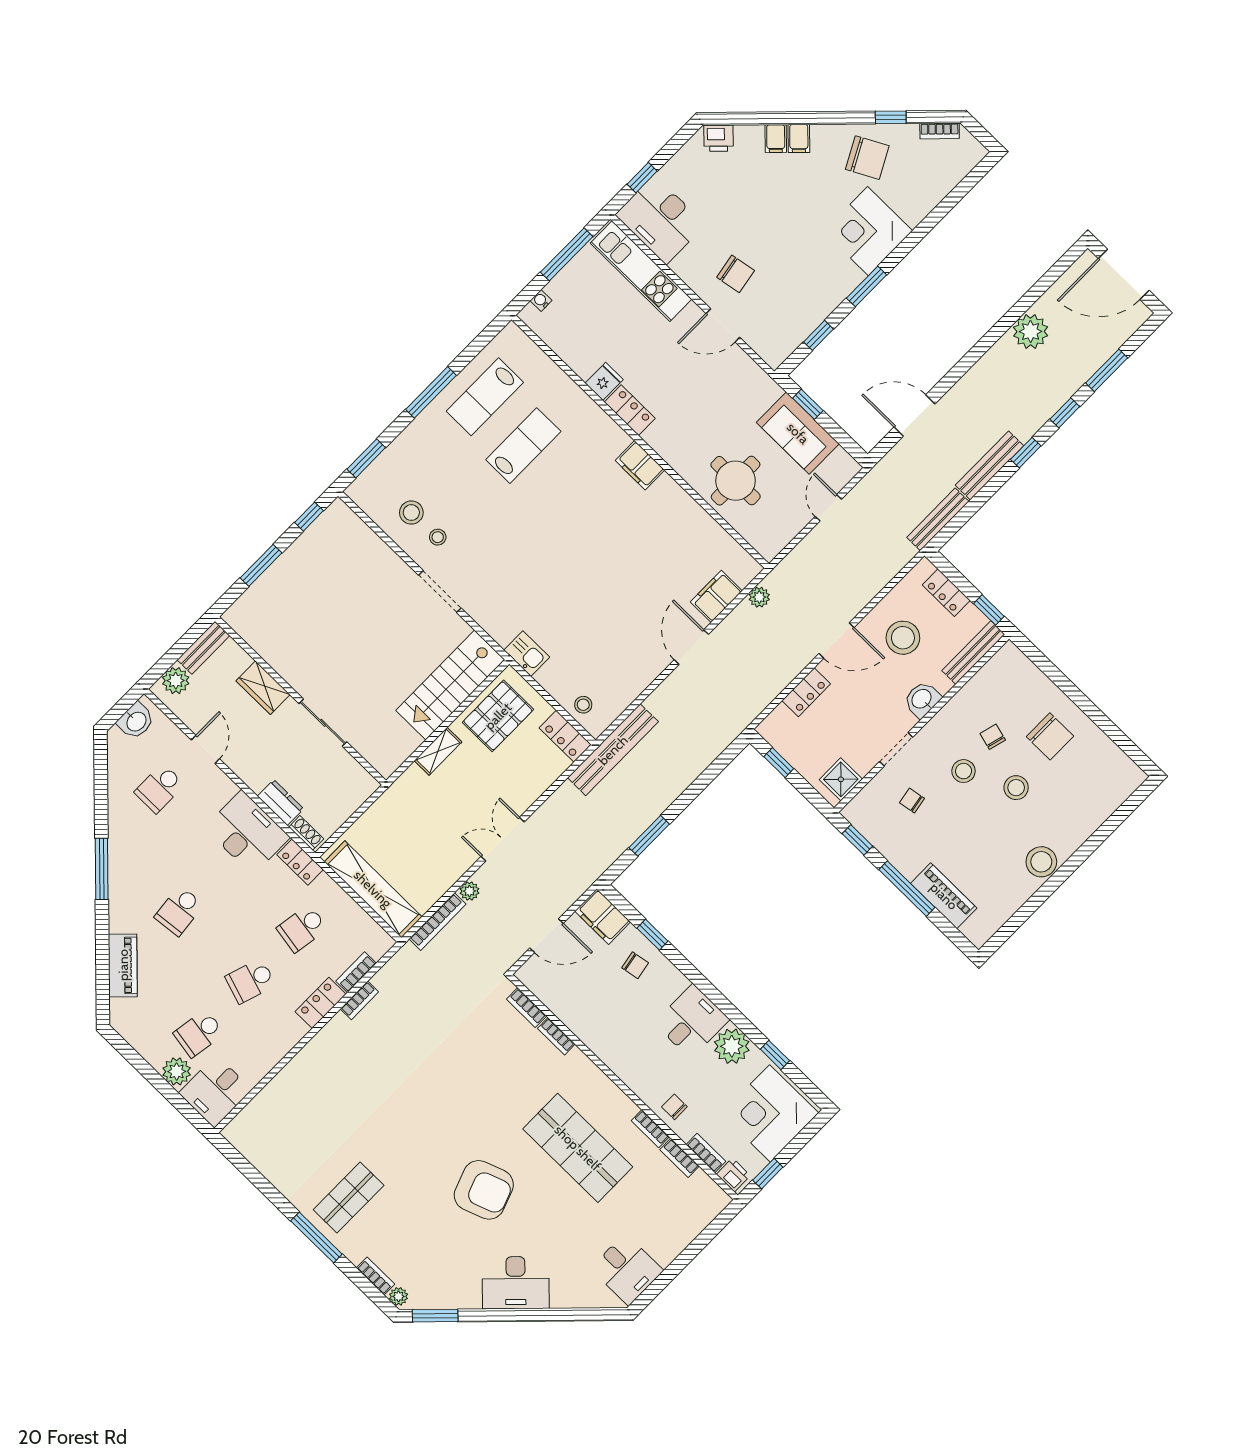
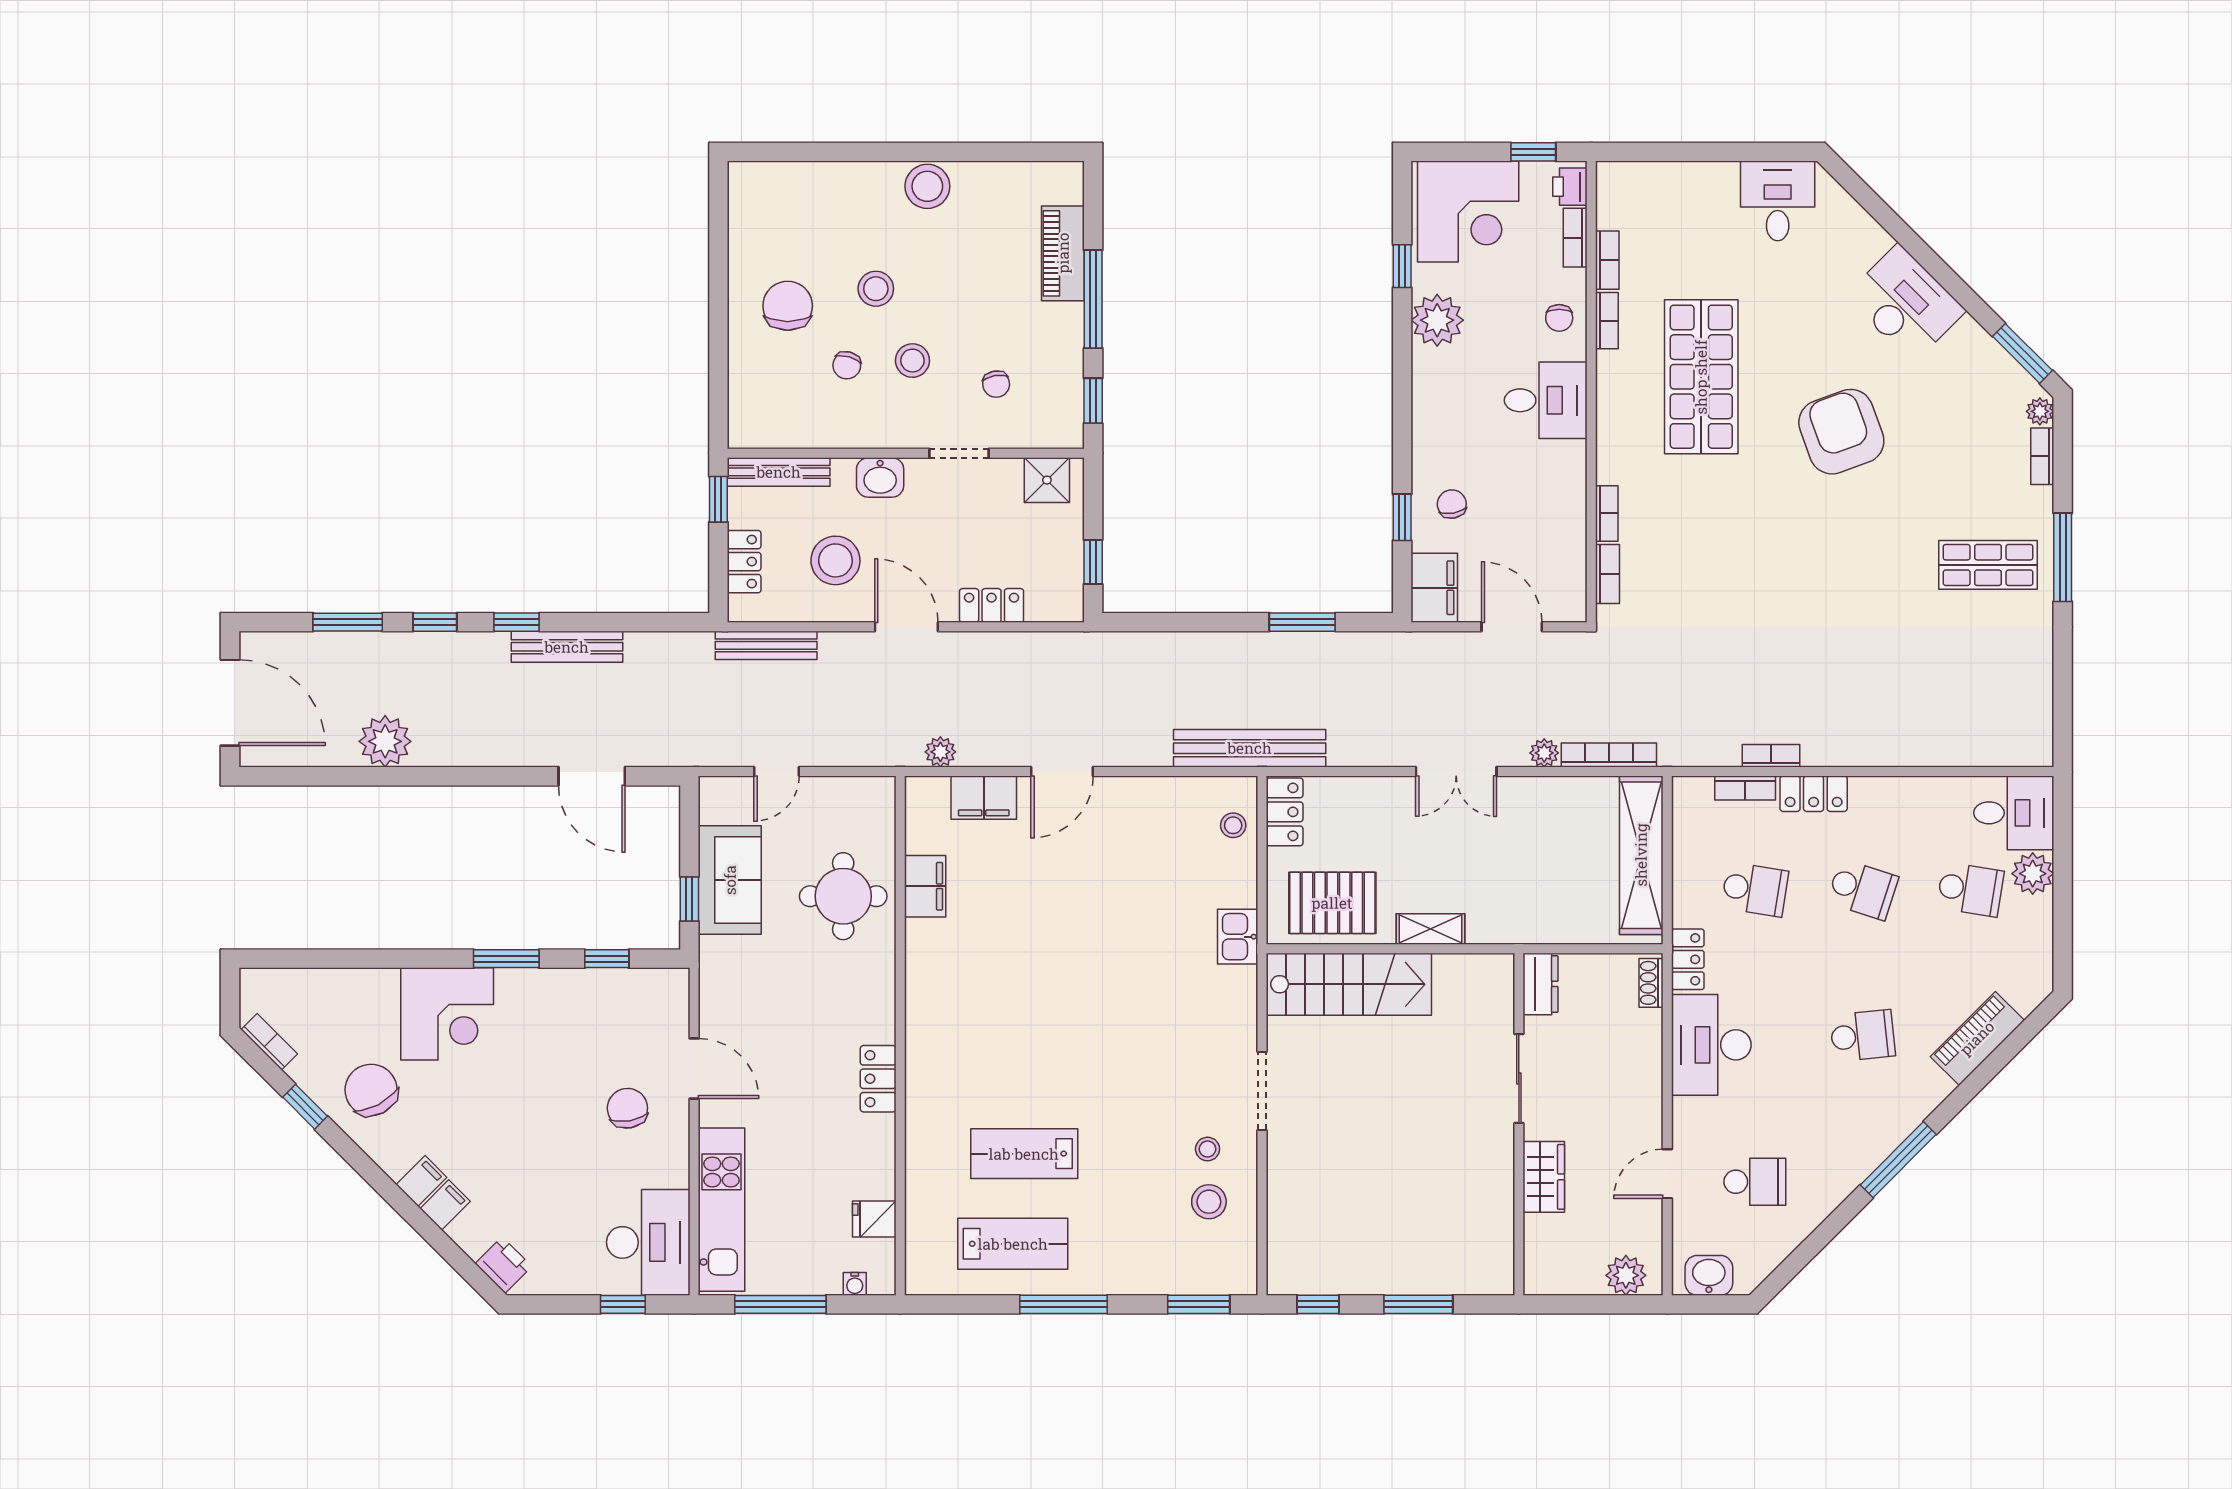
fridge: (604, 381) -> (874, 1219), moved
filing cabinet: (640, 465) -> (925, 886), moved
bench: (938, 519) -> (766, 645), moved
bench: (203, 648) -> (1563, 1280), removed
dresser: (280, 802) -> (1541, 984), moved, turned 180
desk: (692, 1021) -> (1546, 400), moved, turned 180

